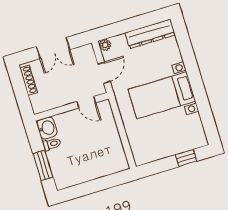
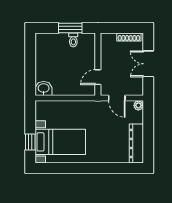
bed with nightstands: (162, 95) -> (60, 142), moved, turned 90
washbasin: (47, 128) -> (44, 88), moved, turned 180
window: (43, 165) -> (70, 28), moved

